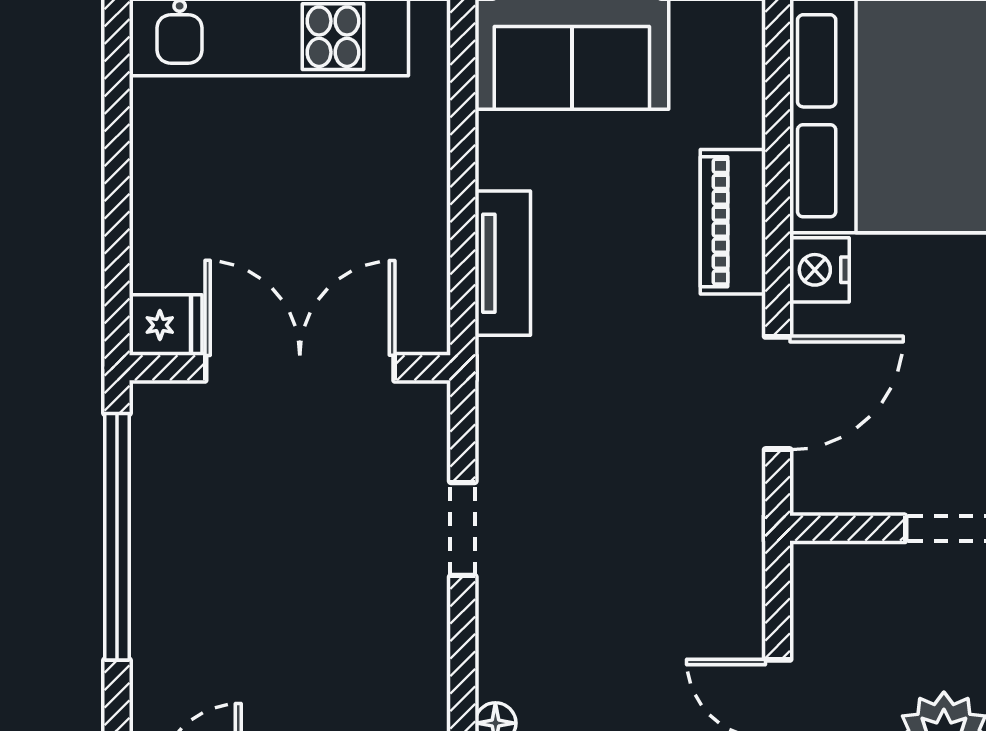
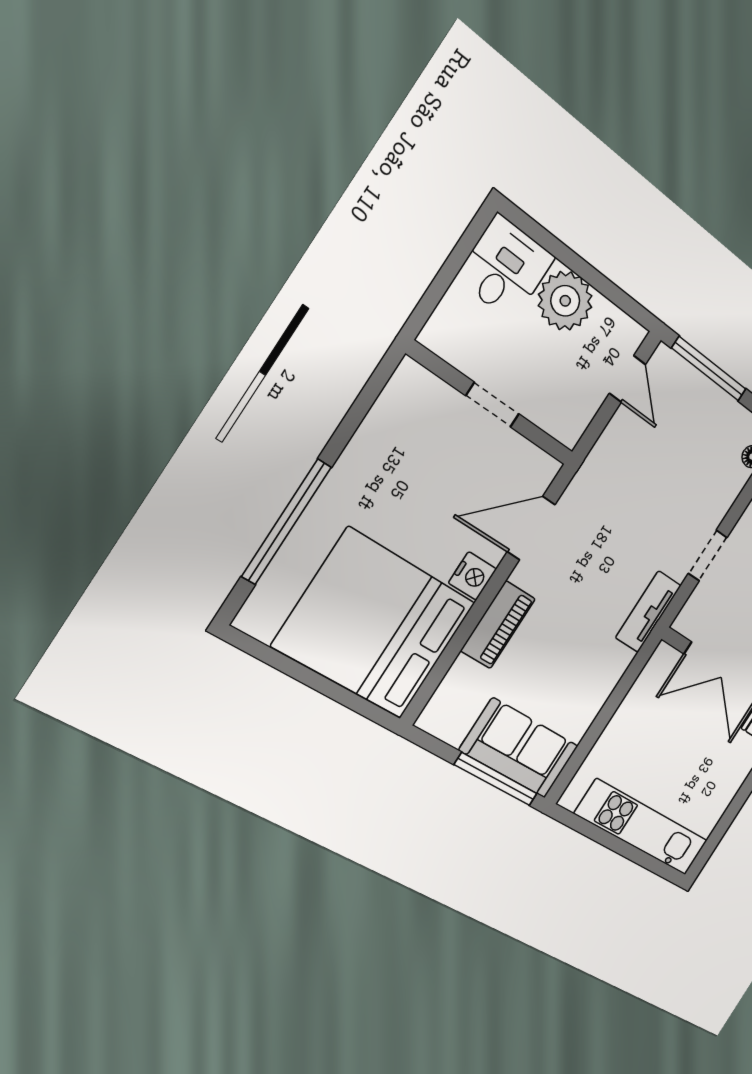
tv unit: (503, 263) -> (648, 612), moved

